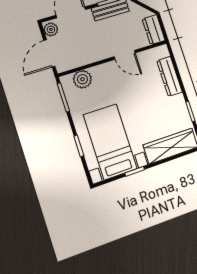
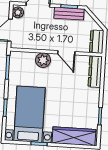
dresser: (169, 76) -> (95, 72), moved
plant: (82, 79) -> (43, 60), moved

